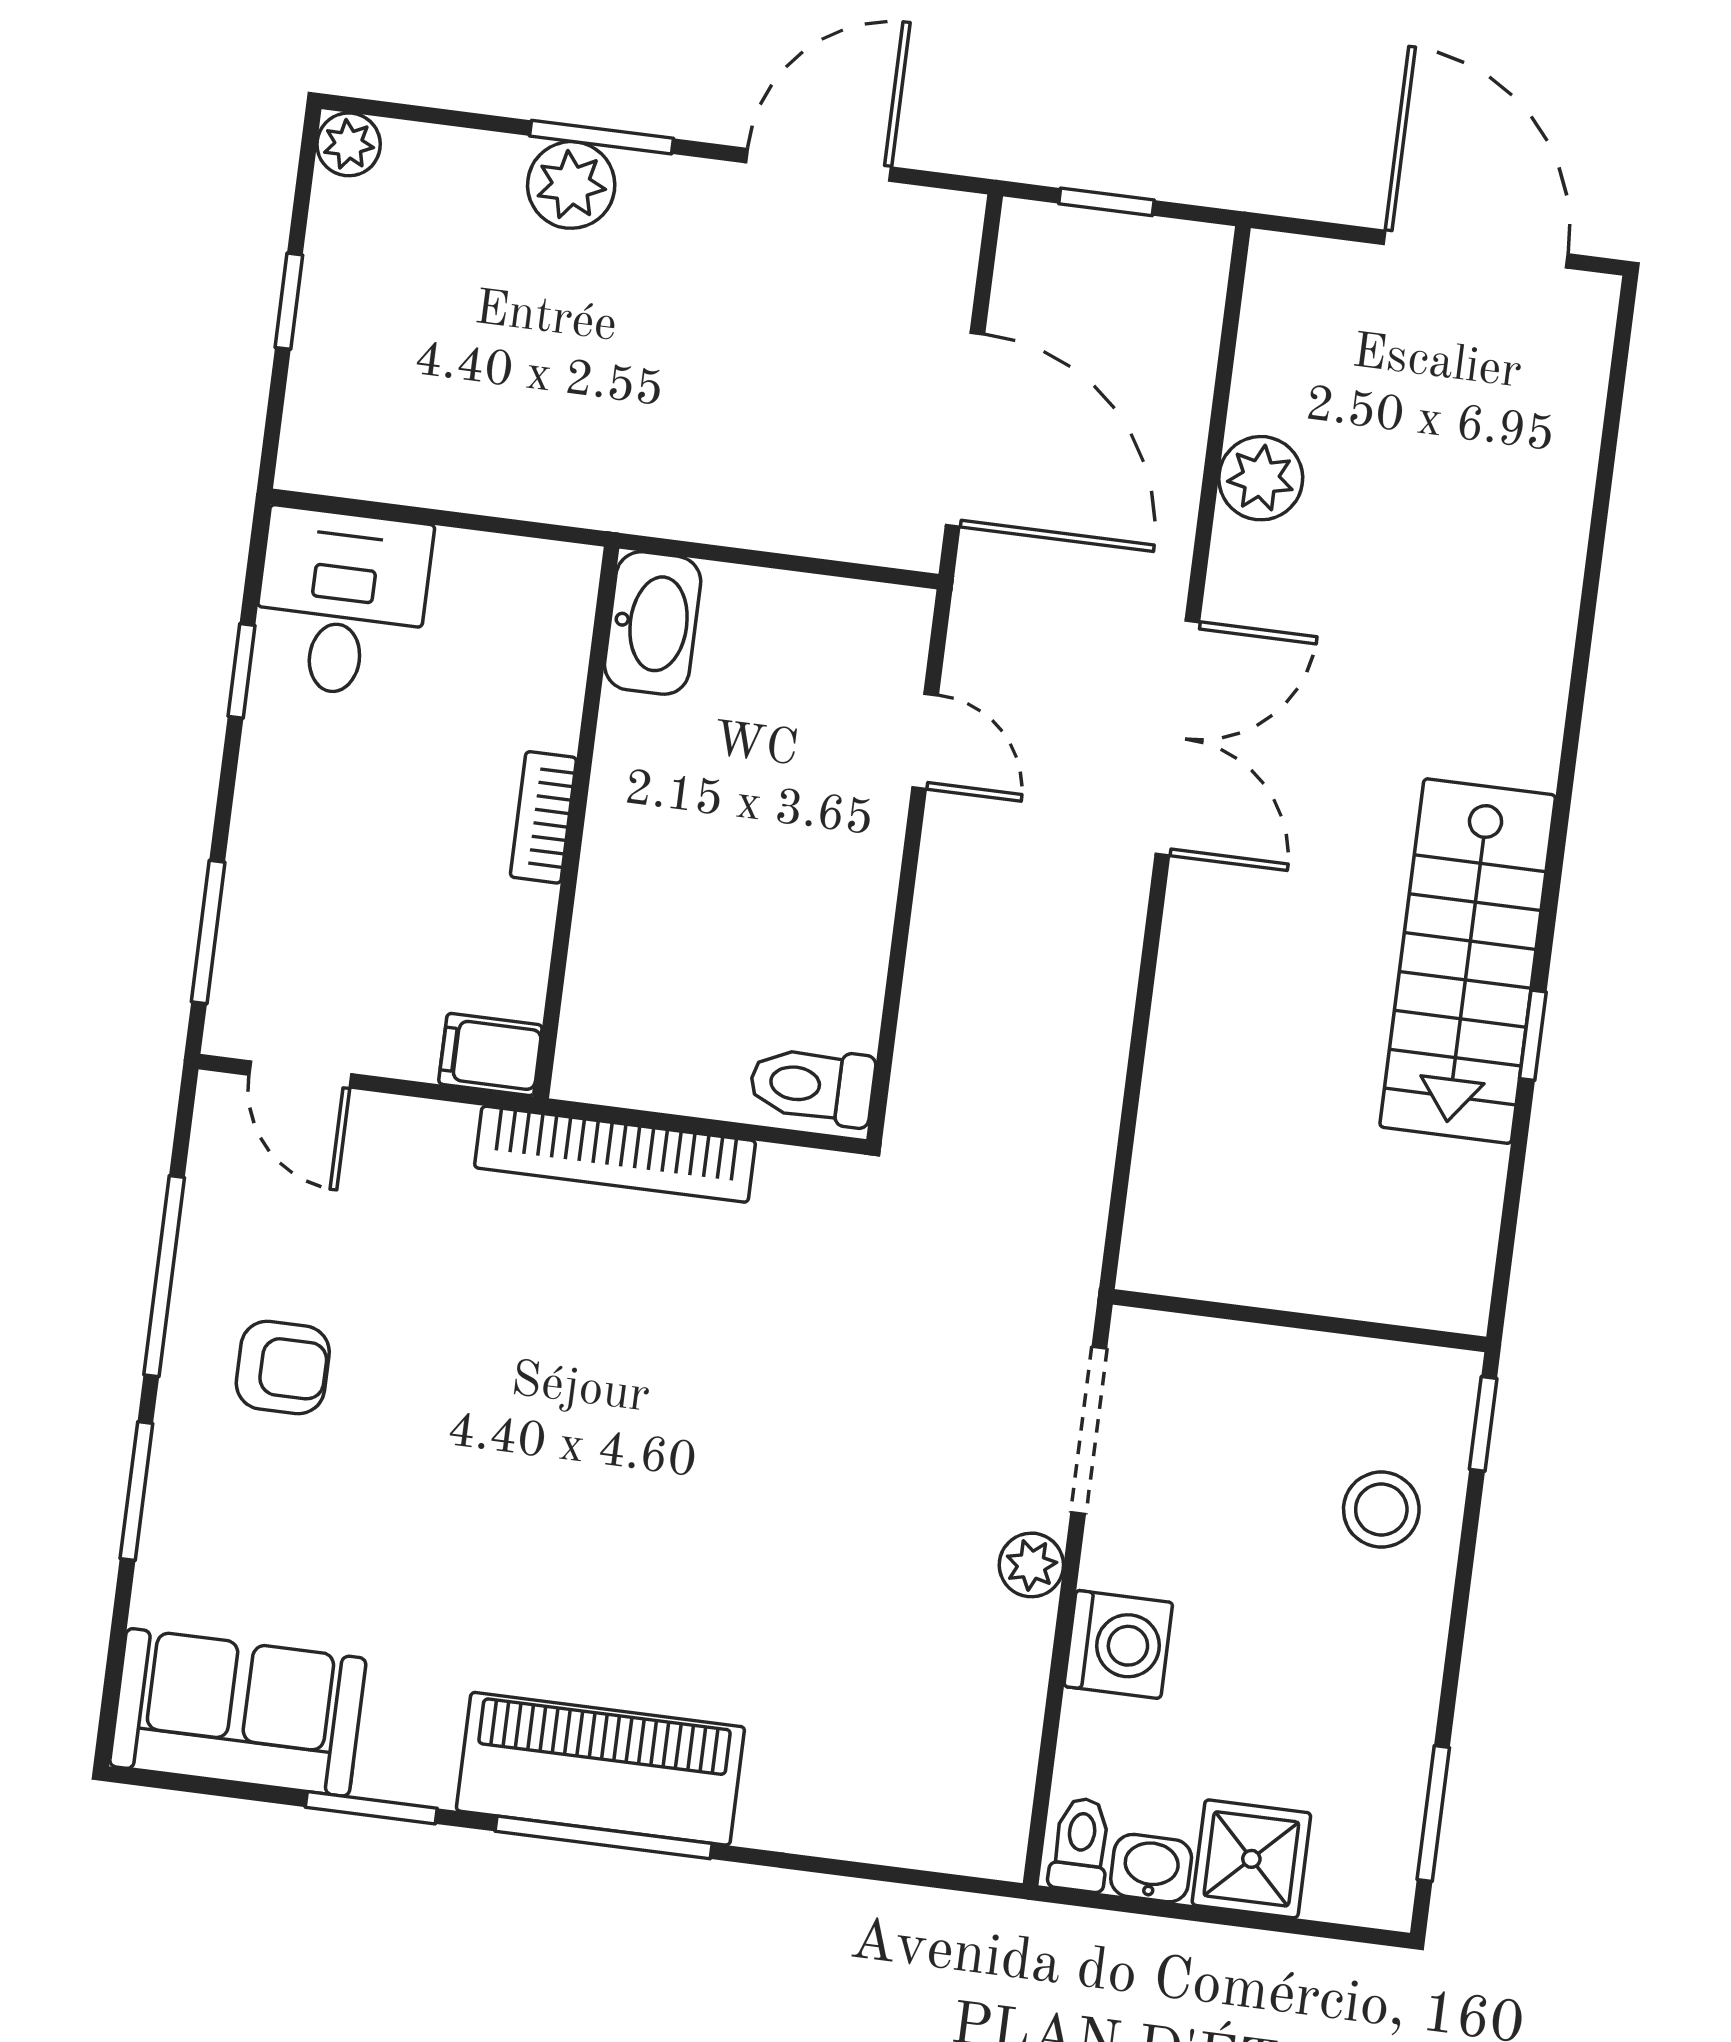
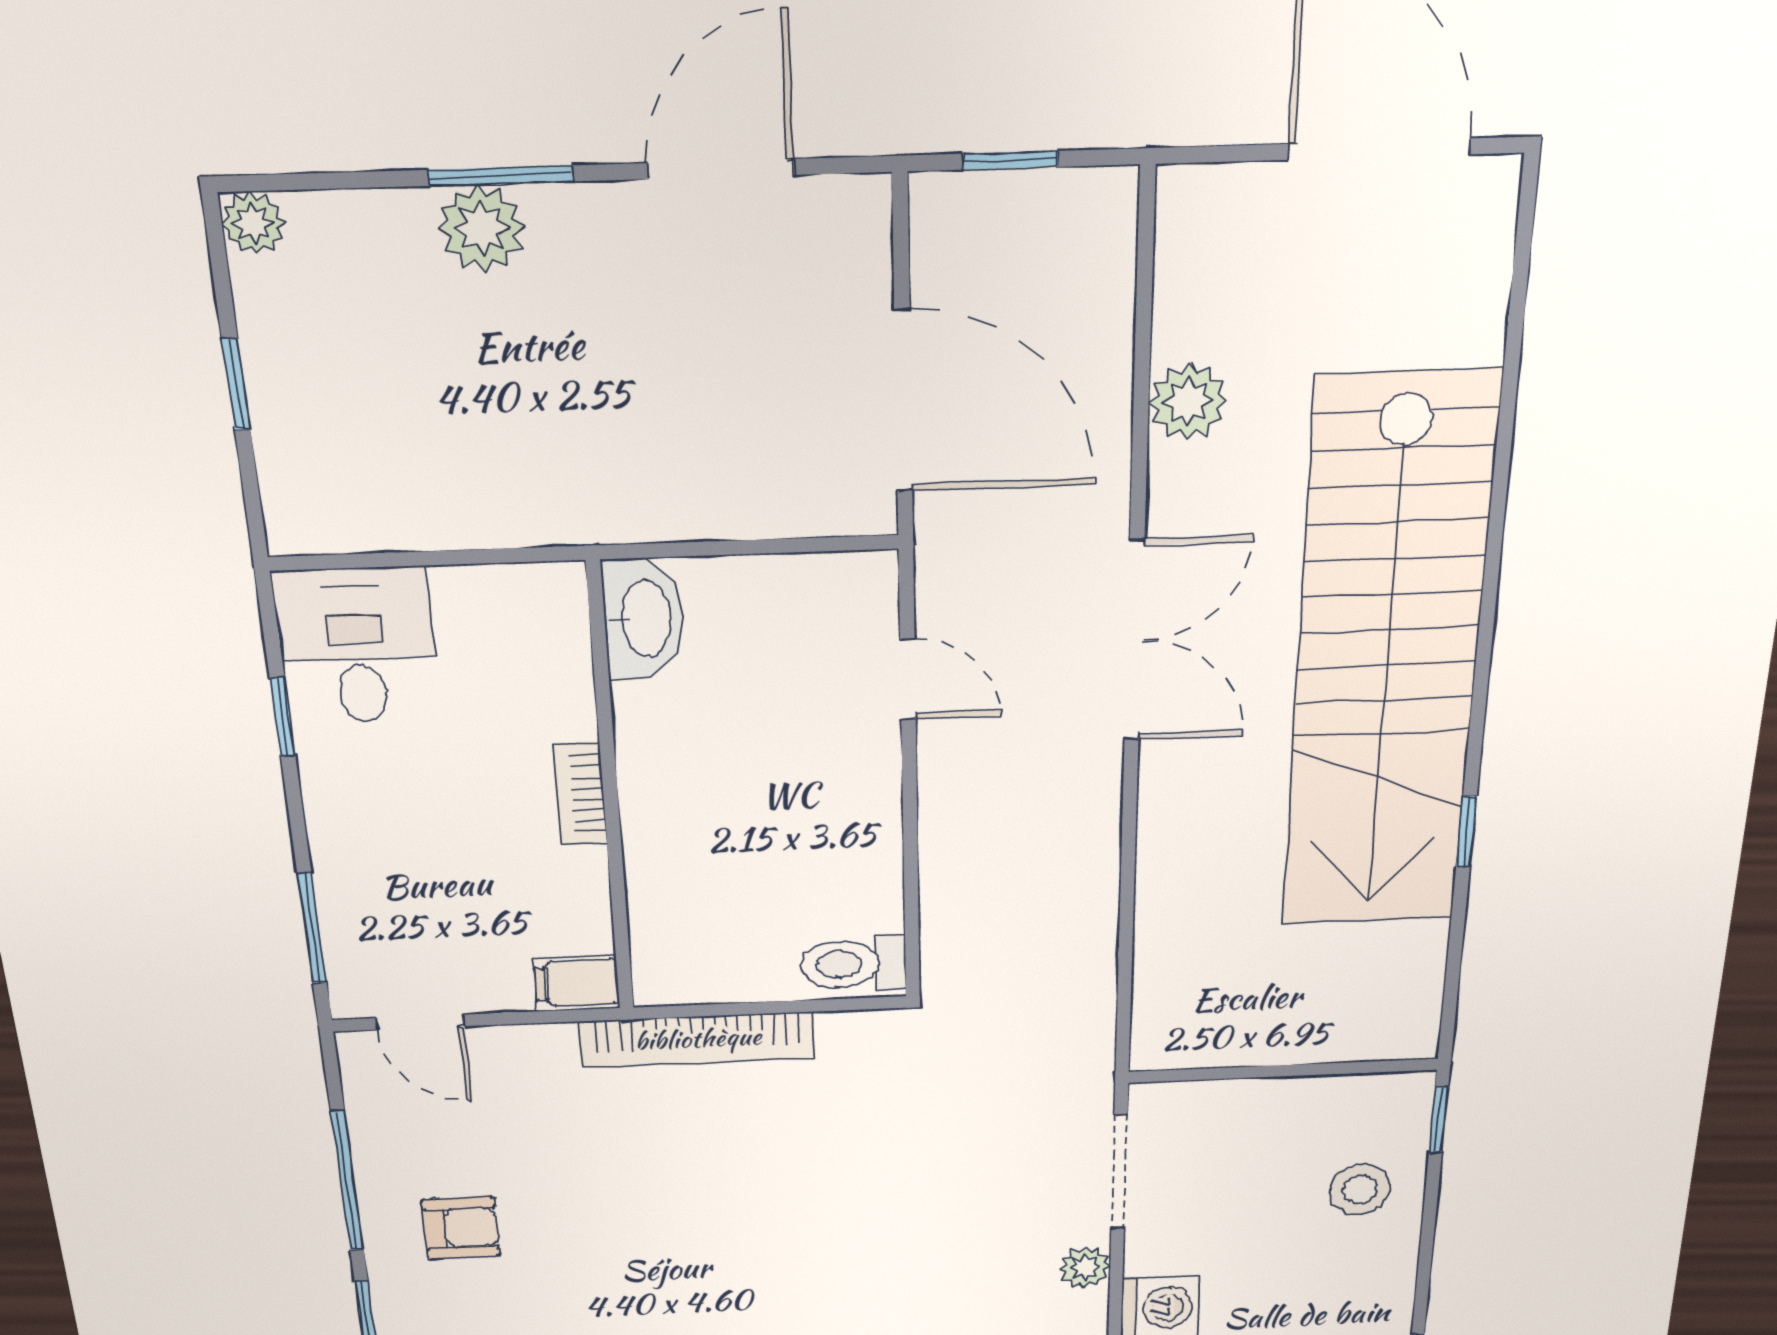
stairs: (1468, 961) -> (1387, 660), width x1.86, depth x1.51

